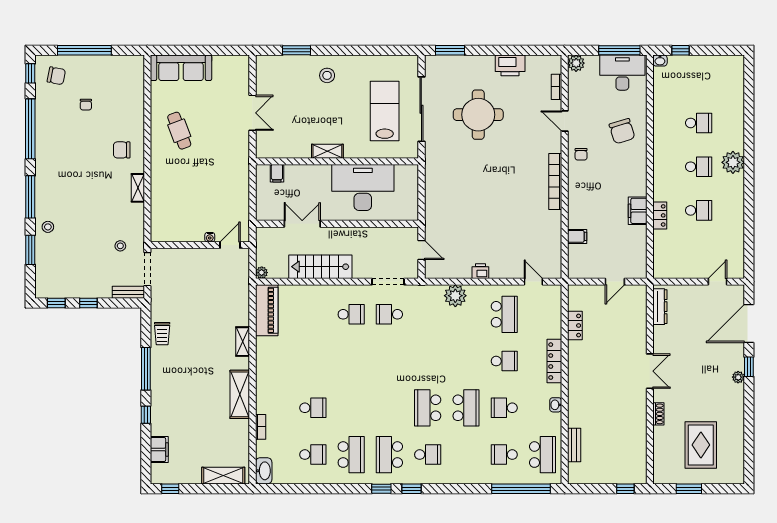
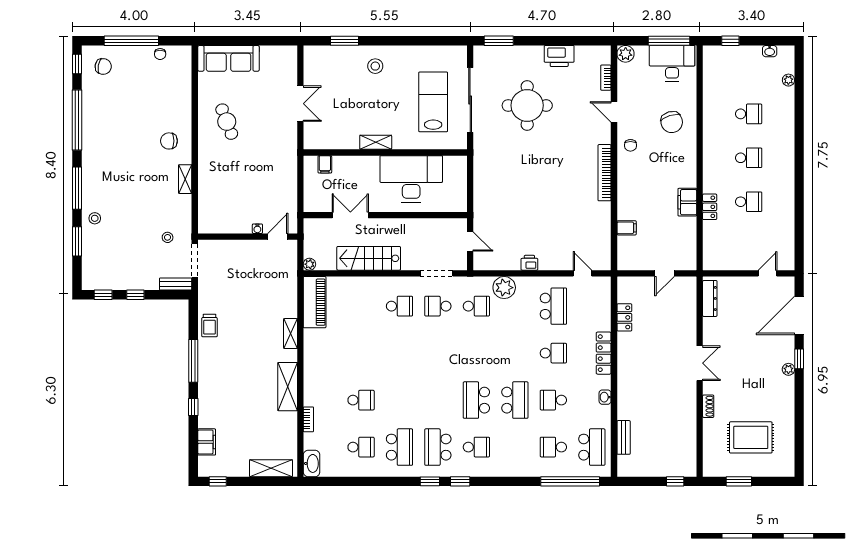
washbasin: (660, 60) -> (770, 51), moved
chair: (86, 105) -> (160, 54), moved
plant: (733, 162) -> (788, 80), moved, width x0.53, depth x0.53
school desk: (428, 314) -> (476, 306), added
rug: (701, 445) -> (751, 437), turned 90

